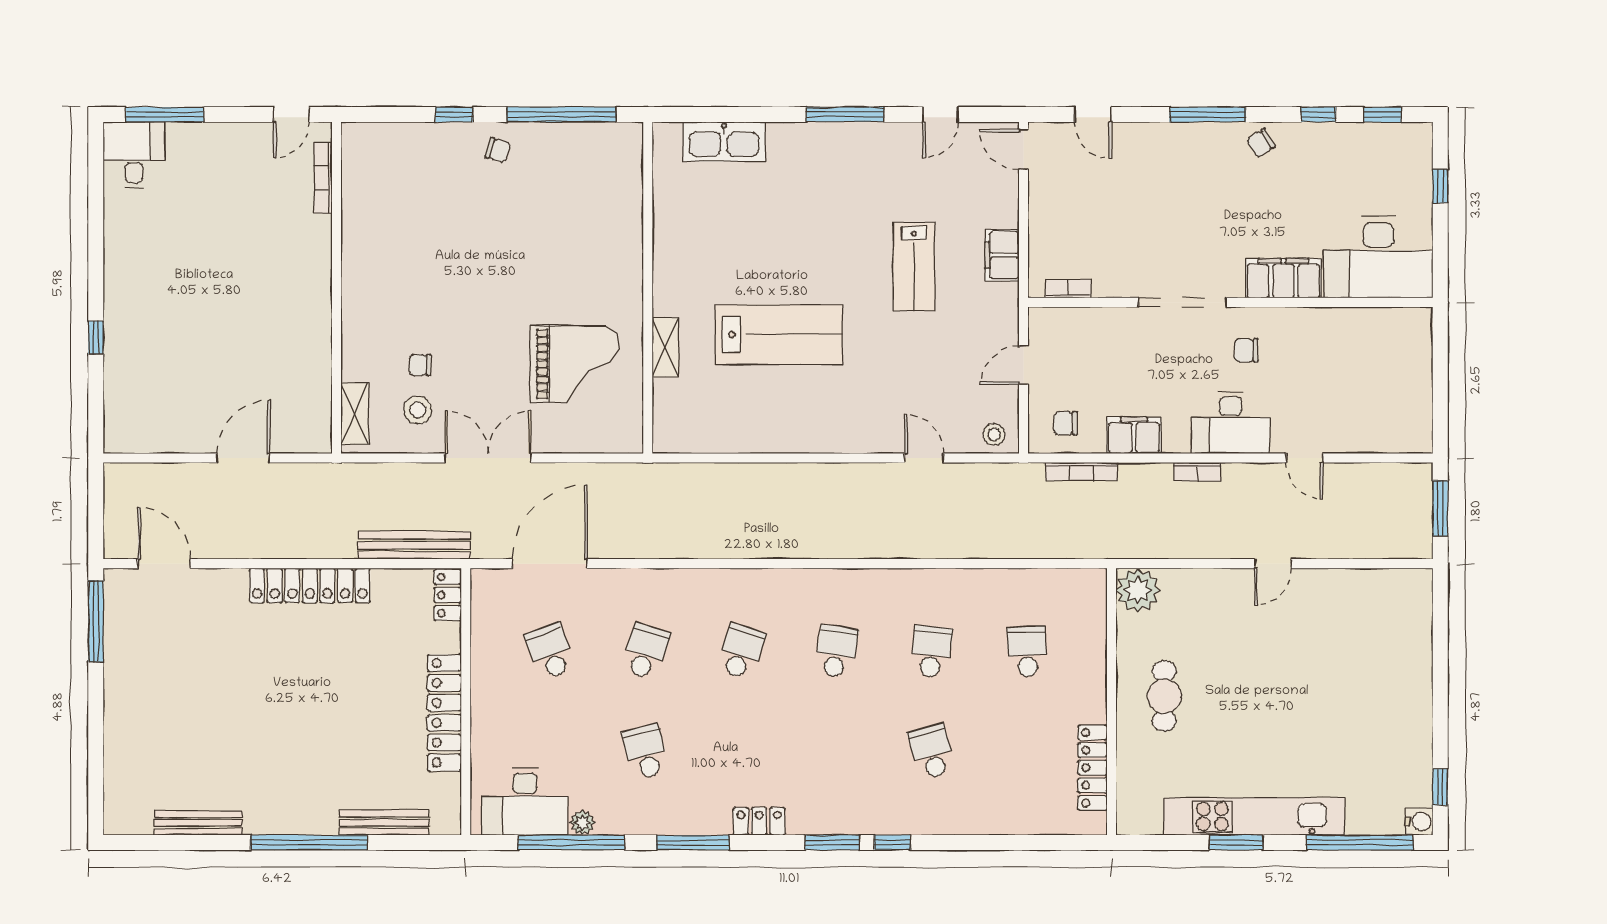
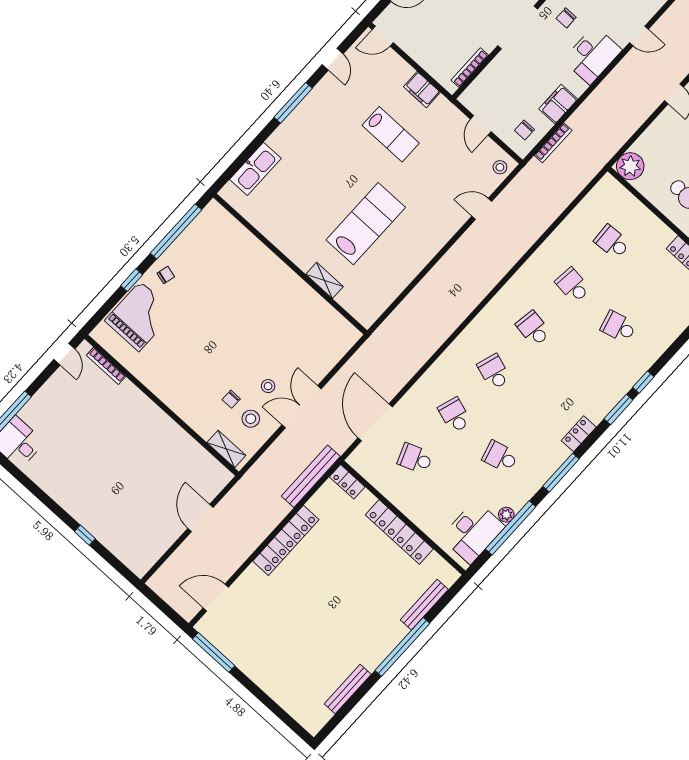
bookcase: (1068, 289) -> (470, 68), width x1.56
grand piano: (574, 364) -> (140, 316), moved
stool: (476, 395) -> (268, 386), added
bookcase: (1197, 472) -> (601, 90), removed

